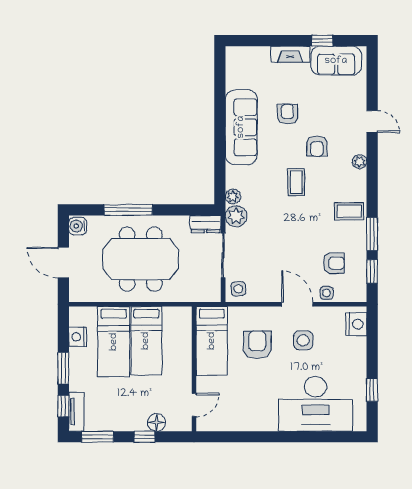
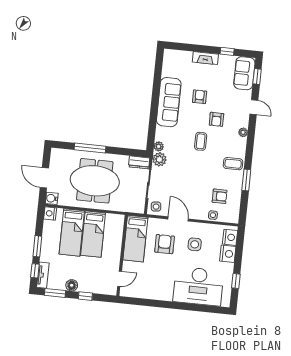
sofa: (336, 61) -> (244, 73), moved, turned 90
water cooler: (78, 226) -> (52, 198), moved
window: (372, 271) -> (257, 76), moved
door: (297, 304) -> (178, 219), moved
nightstand: (78, 337) -> (50, 213), moved
nightstand: (355, 350) -> (228, 254), added
floor lamp: (157, 422) -> (72, 285), moved

